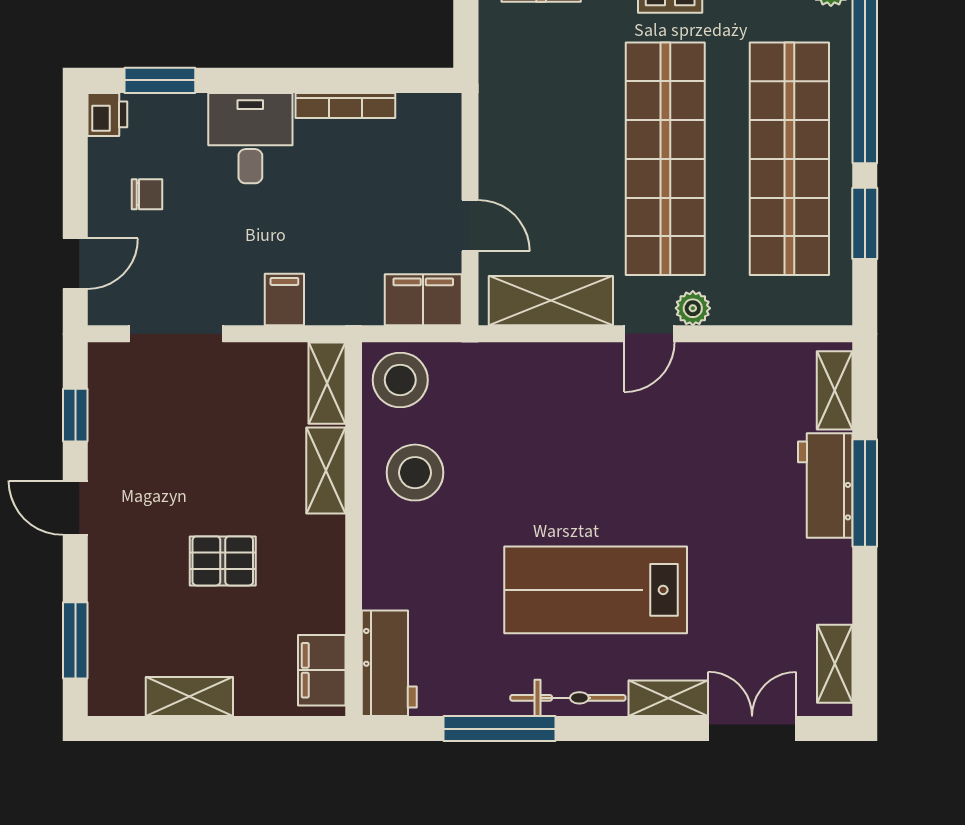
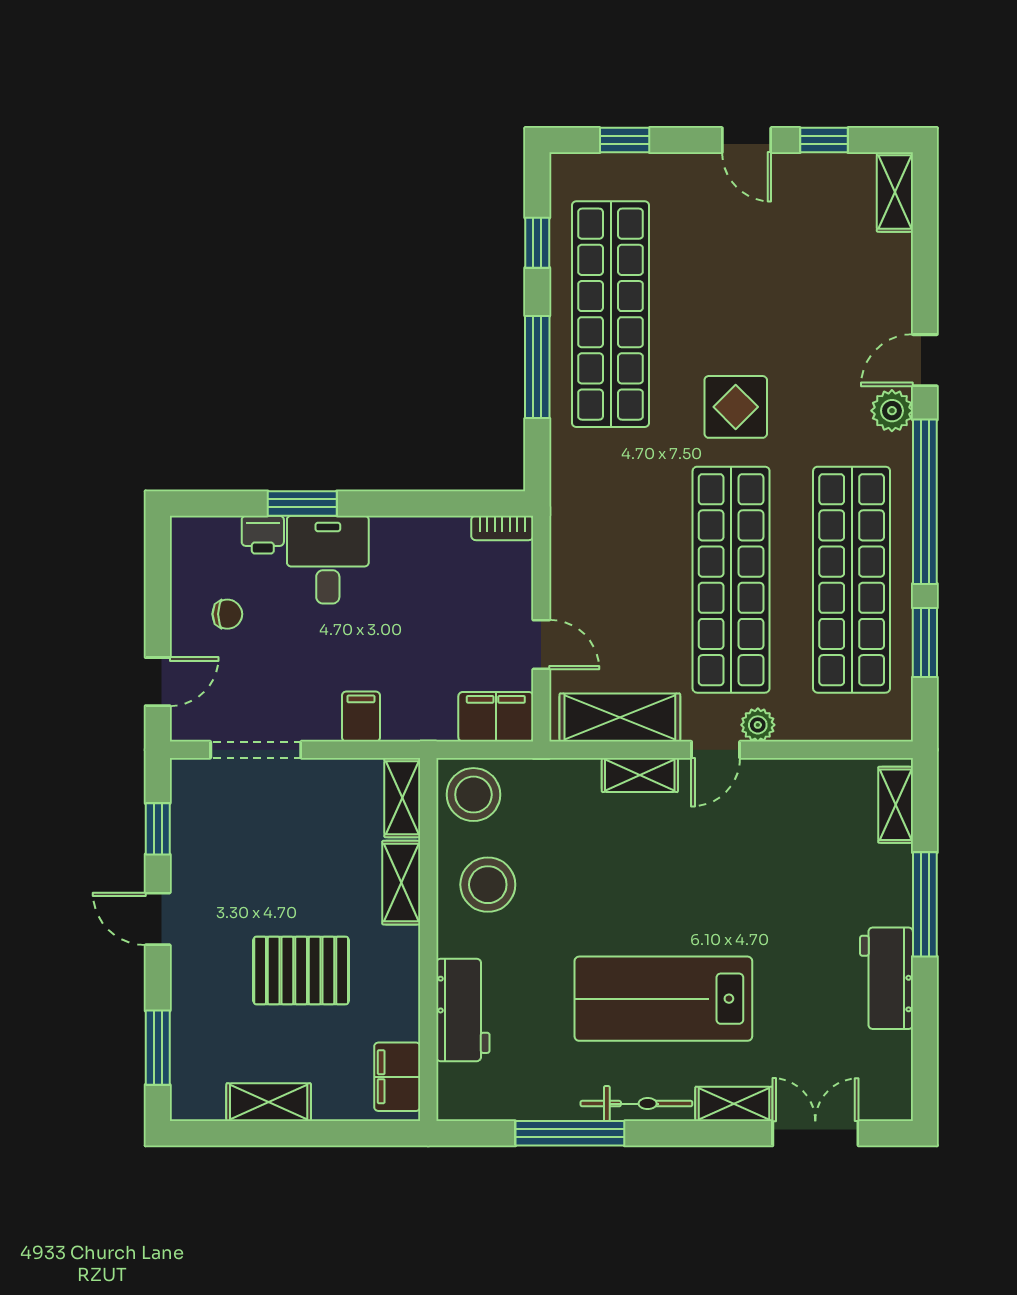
window: (160, 80) -> (302, 503), moved
bookcase: (345, 106) -> (502, 528), moved, width x0.64
printer: (107, 114) -> (263, 535), moved, turned 90
workbench: (825, 485) -> (886, 978), moved
pallet: (223, 561) -> (301, 970), width x1.50, depth x1.42
workbench: (389, 663) -> (463, 1010), moved
shelving: (835, 664) -> (640, 775), moved, turned 90

